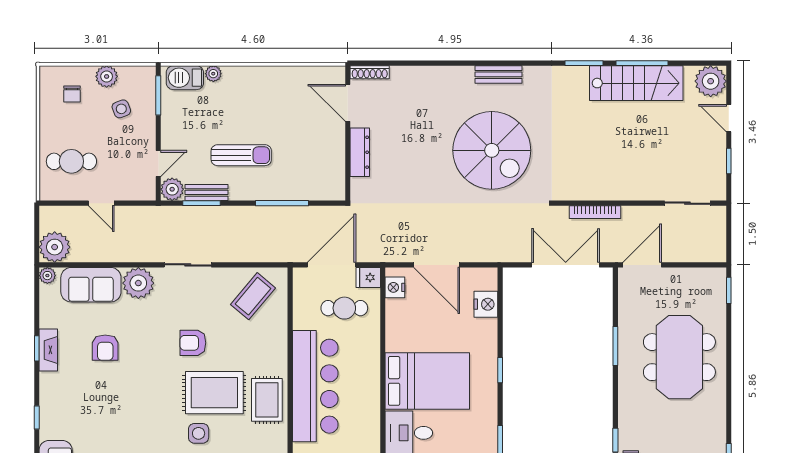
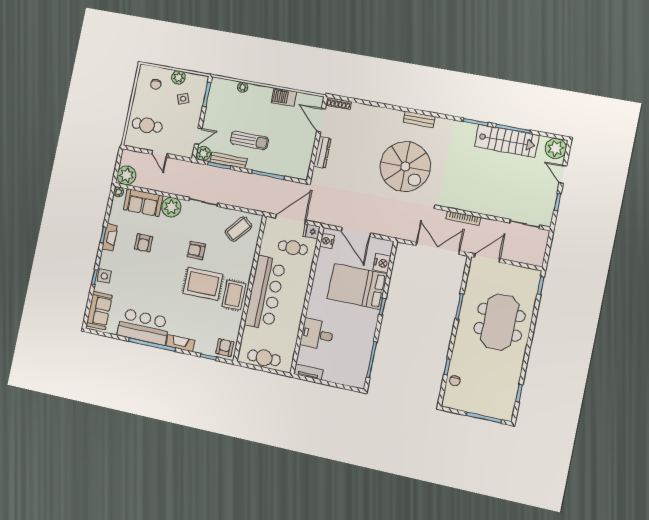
barbecue: (185, 78) -> (284, 97), moved
bench: (207, 192) -> (228, 160), width x1.36
bed: (427, 381) -> (357, 286), moved, turned 180
side table: (199, 433) -> (104, 276), moved

